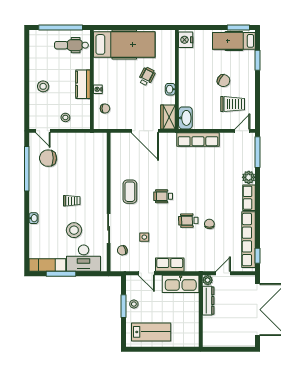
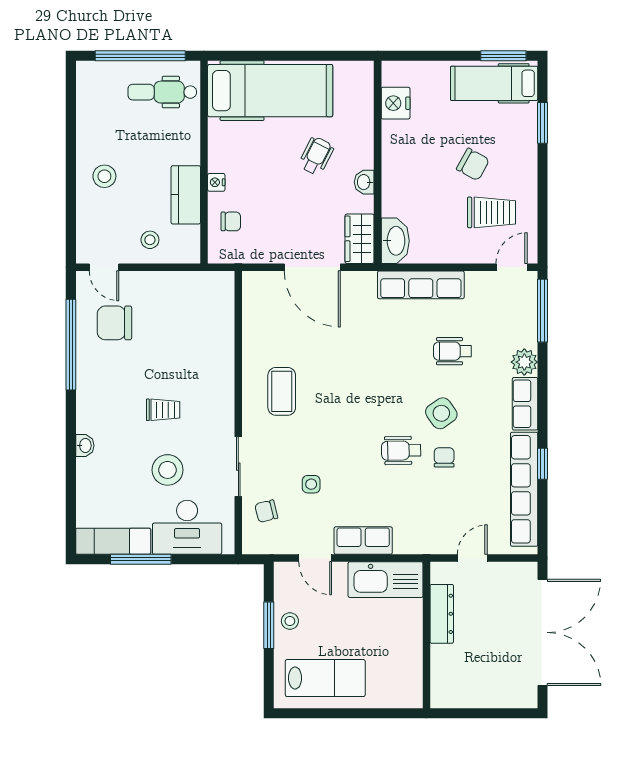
nightstand: (186, 40) -> (396, 103), moved
kitchen counter: (83, 84) -> (186, 195), moved
wheelchair: (163, 196) -> (453, 351), moved
side table: (208, 202) -> (441, 413), added
window: (258, 256) -> (543, 464), moved
plant: (208, 280) -> (440, 572), removed

